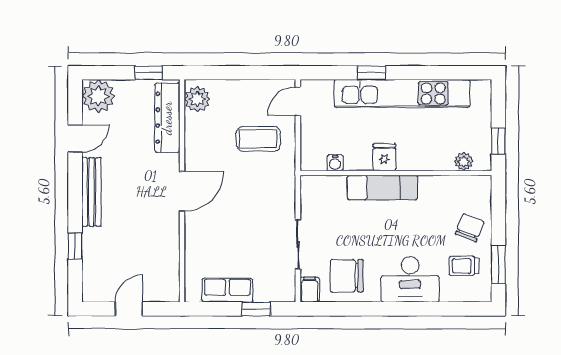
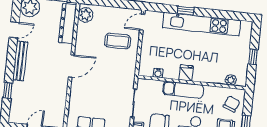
fridge: (384, 157) -> (186, 73), moved
plant: (464, 161) -> (231, 80), moved
water cooler: (335, 163) -> (158, 73), moved
wall: (396, 173) -> (192, 82), moved
exam couch: (382, 188) -> (183, 90), moved

